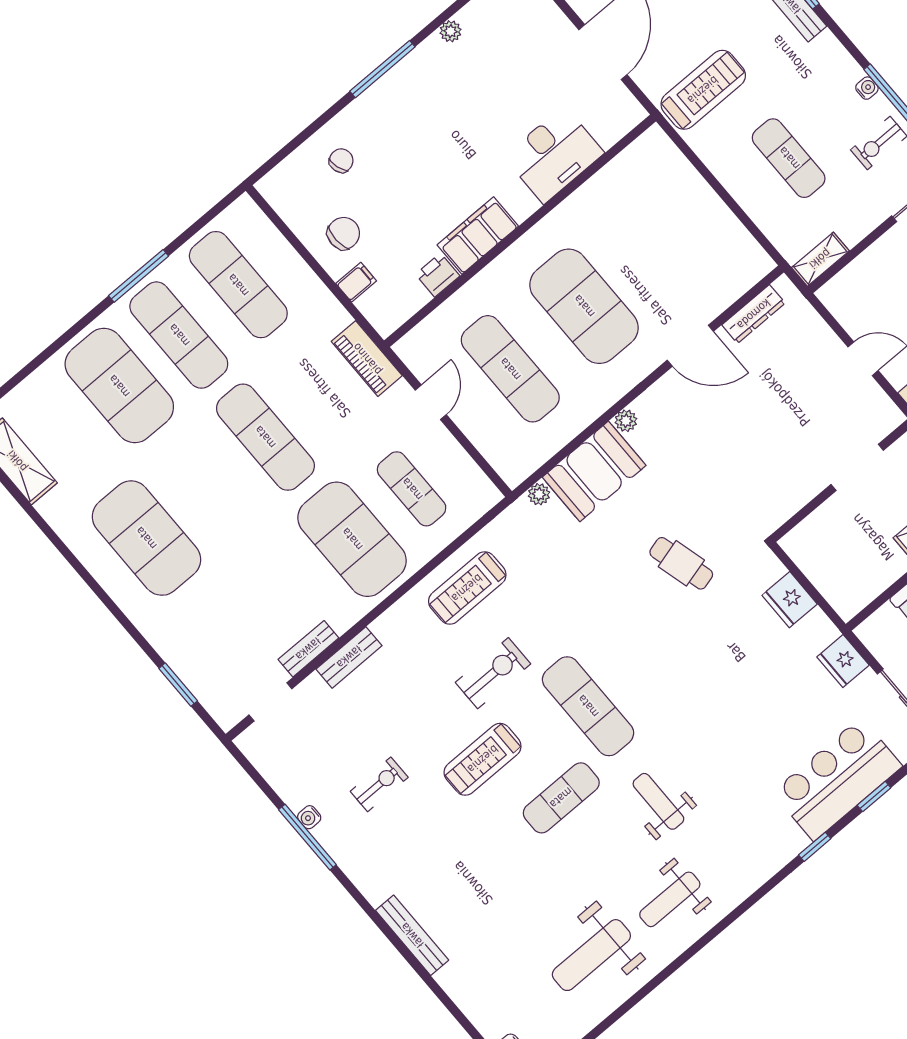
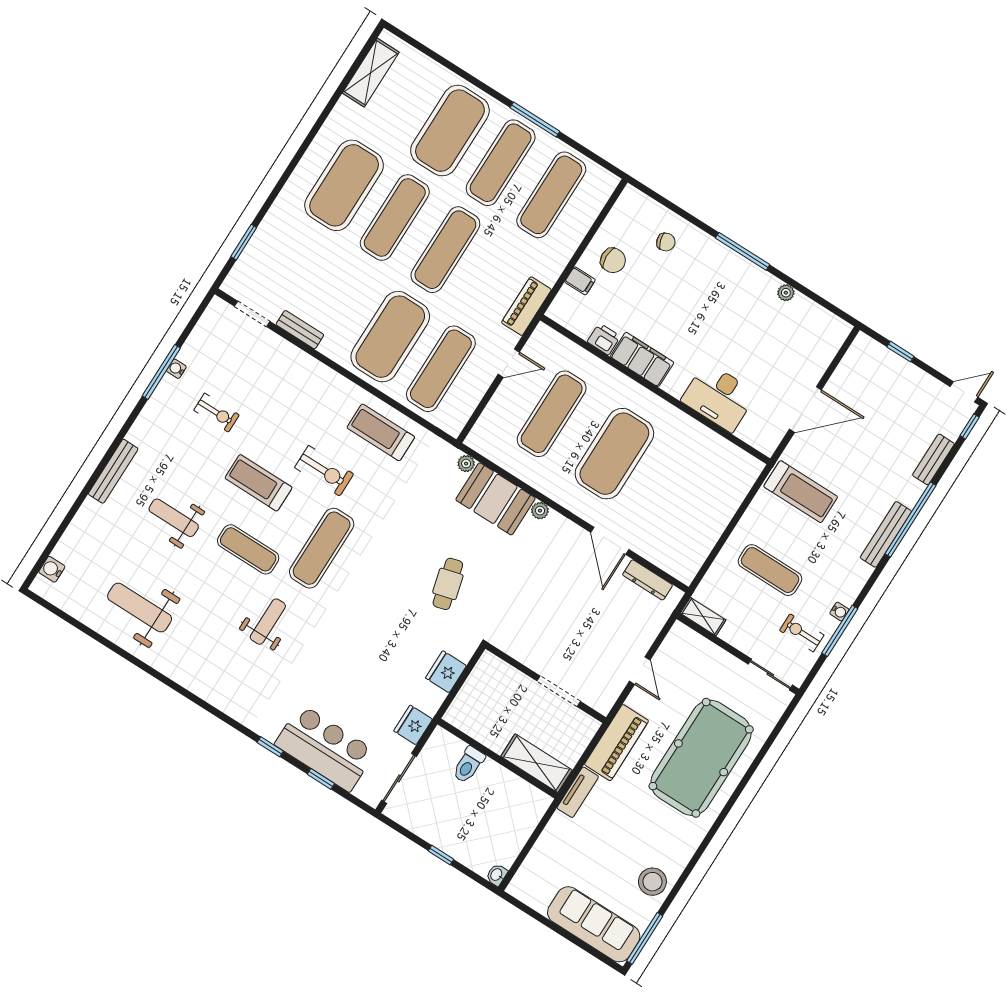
exercise mat: (789, 158) -> (770, 570), turned 90
exercise mat: (206, 488) -> (395, 217), added
exercise mat: (412, 489) -> (441, 369), width x1.36, depth x1.45
bench: (349, 657) -> (303, 361), removed
weight bench: (670, 899) -> (174, 518), moved

